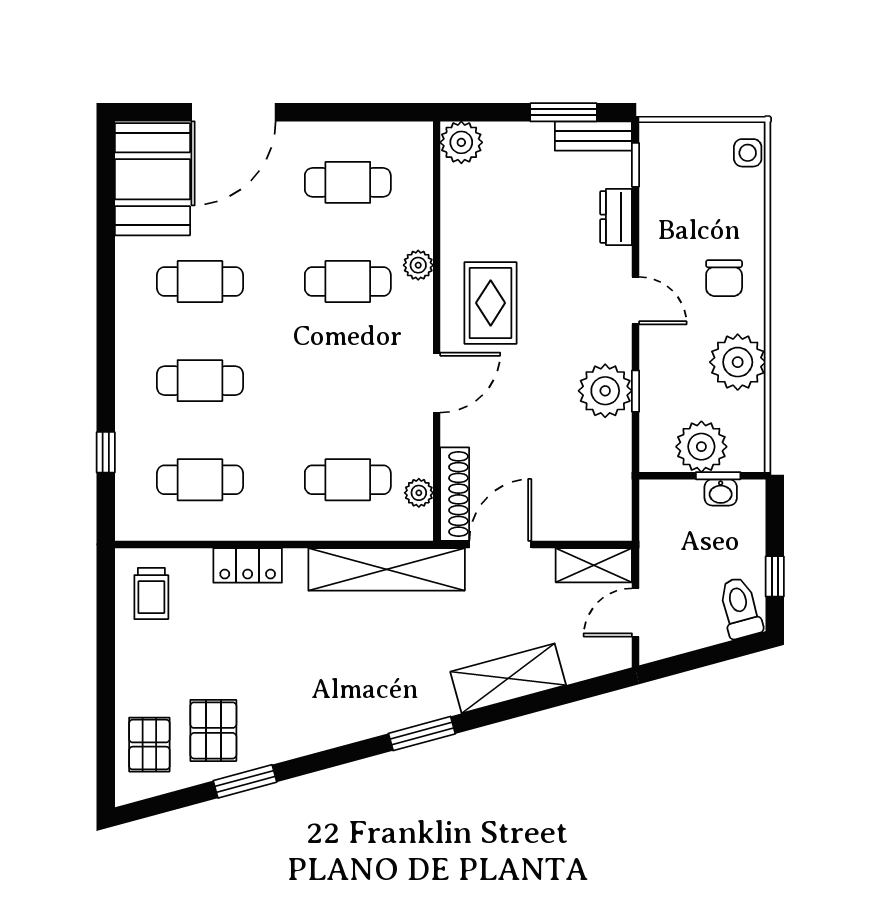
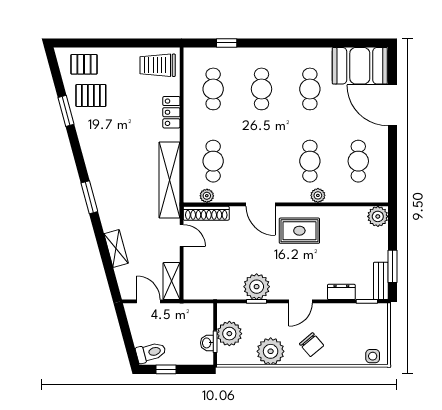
chair: (724, 278) -> (312, 345), turned -130
door: (500, 544) -> (182, 236), width x0.73
trolley: (151, 594) -> (158, 65), width x1.36, depth x1.39
shelving: (508, 678) -> (116, 248), width x0.67, depth x0.75

